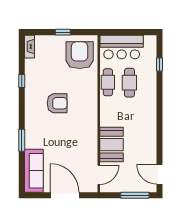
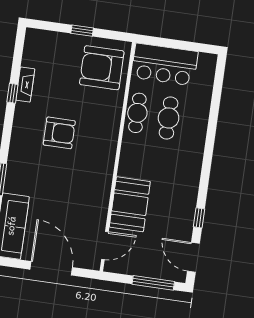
fireplace: (30, 47) -> (25, 85), moved
armchair: (80, 55) -> (102, 68), turned -90
window: (160, 64) -> (199, 218), moved

